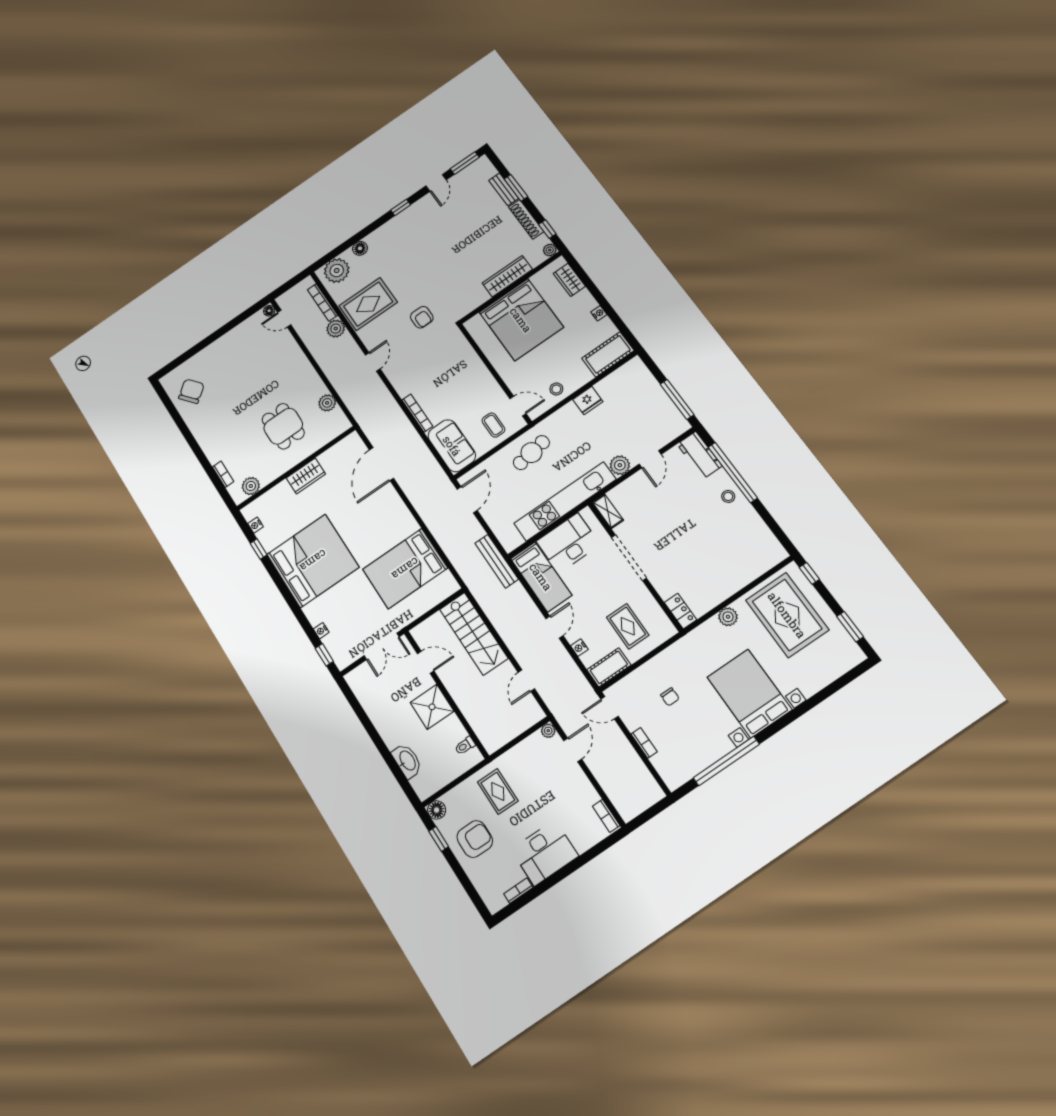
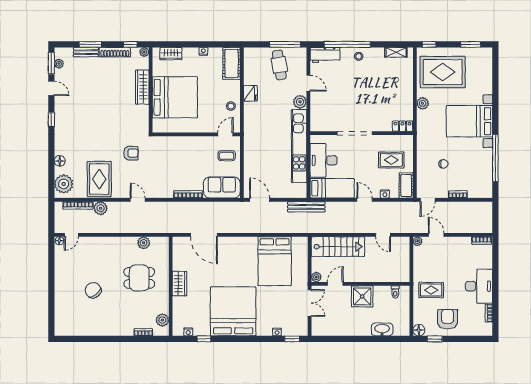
plant: (470, 171) -> (59, 64), added
chair: (191, 391) -> (93, 290), moved
cafe table: (531, 453) -> (279, 65), moved
shelving: (608, 511) -> (396, 52), moved
plant: (419, 633) -> (316, 277), added

